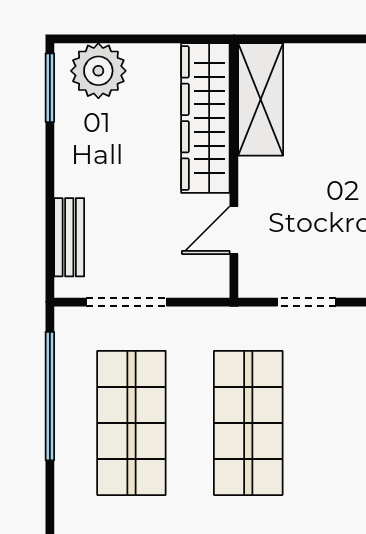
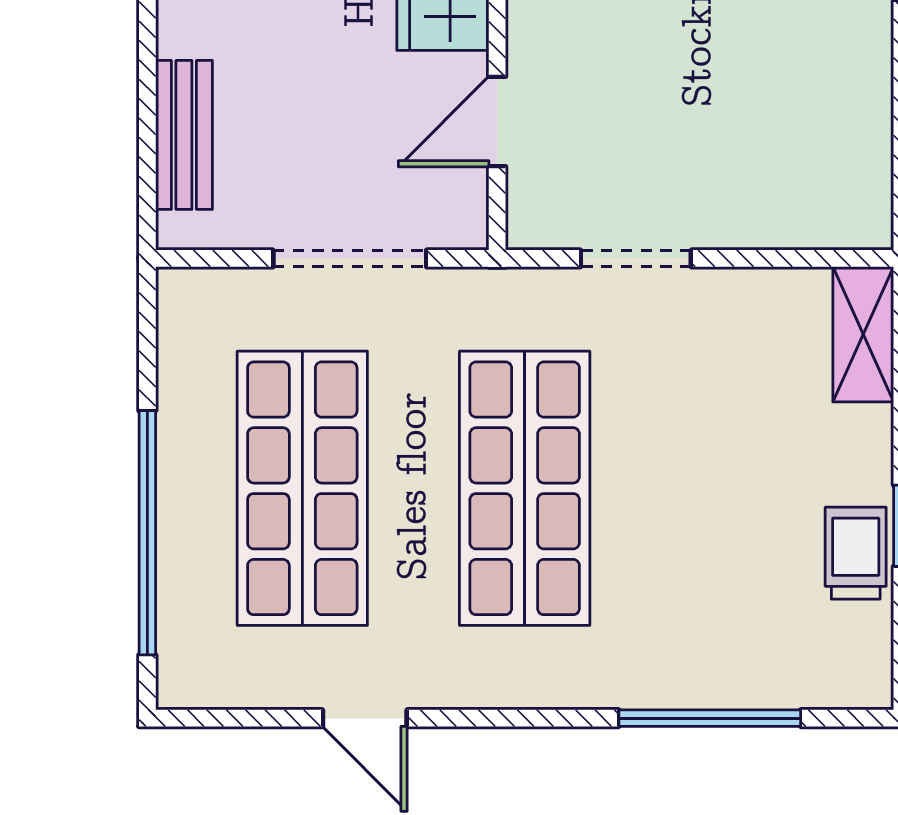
doorway: (126, 302) -> (350, 258), moved
window: (50, 396) -> (147, 533), moved

